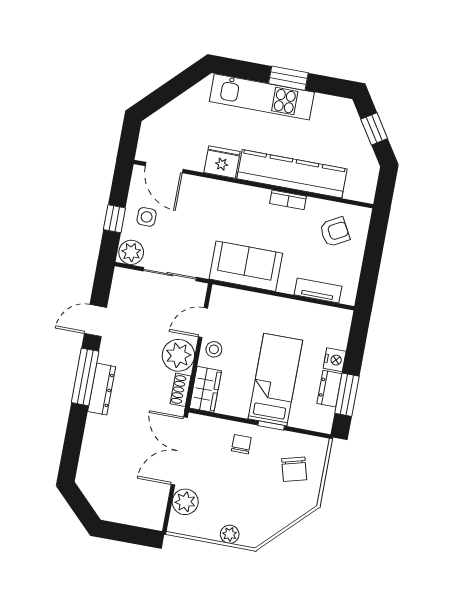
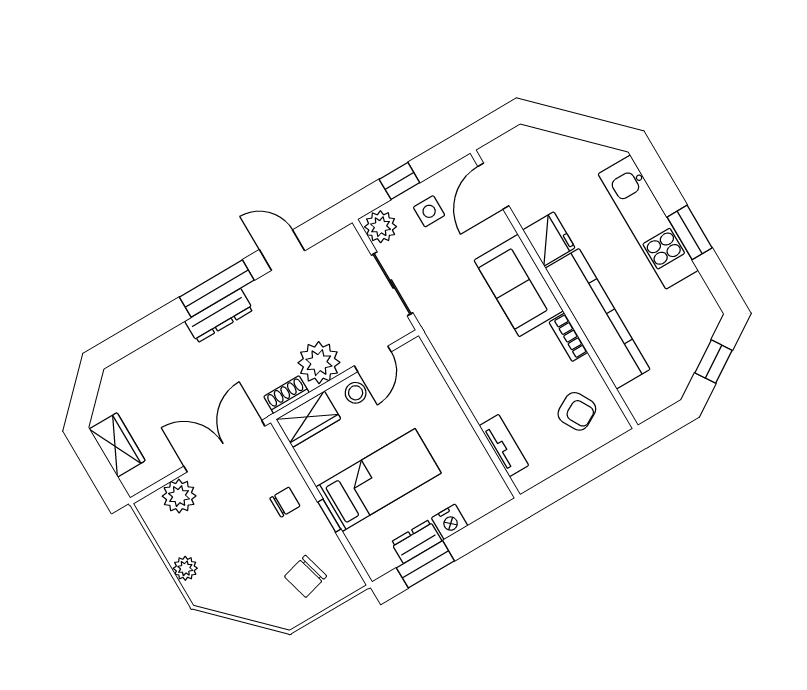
sofa: (246, 266) -> (519, 286), moved, turned 180
door: (203, 323) -> (373, 359), swing flipped
wardrobe: (125, 512) -> (117, 445), added

